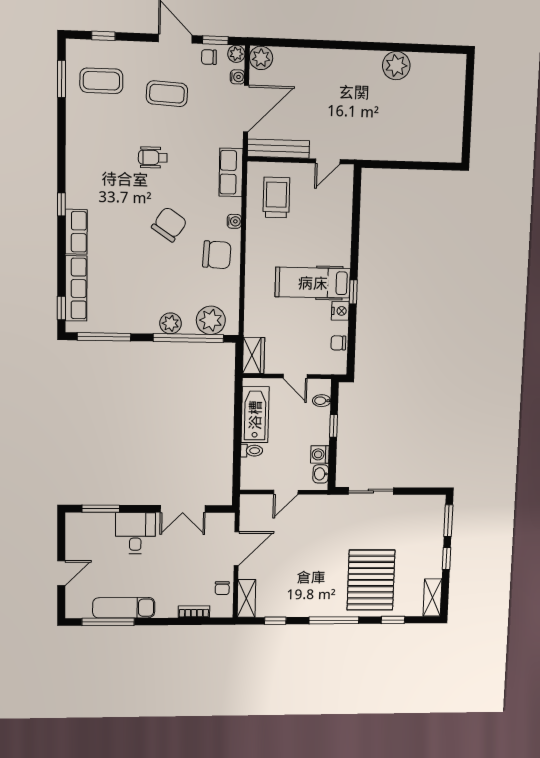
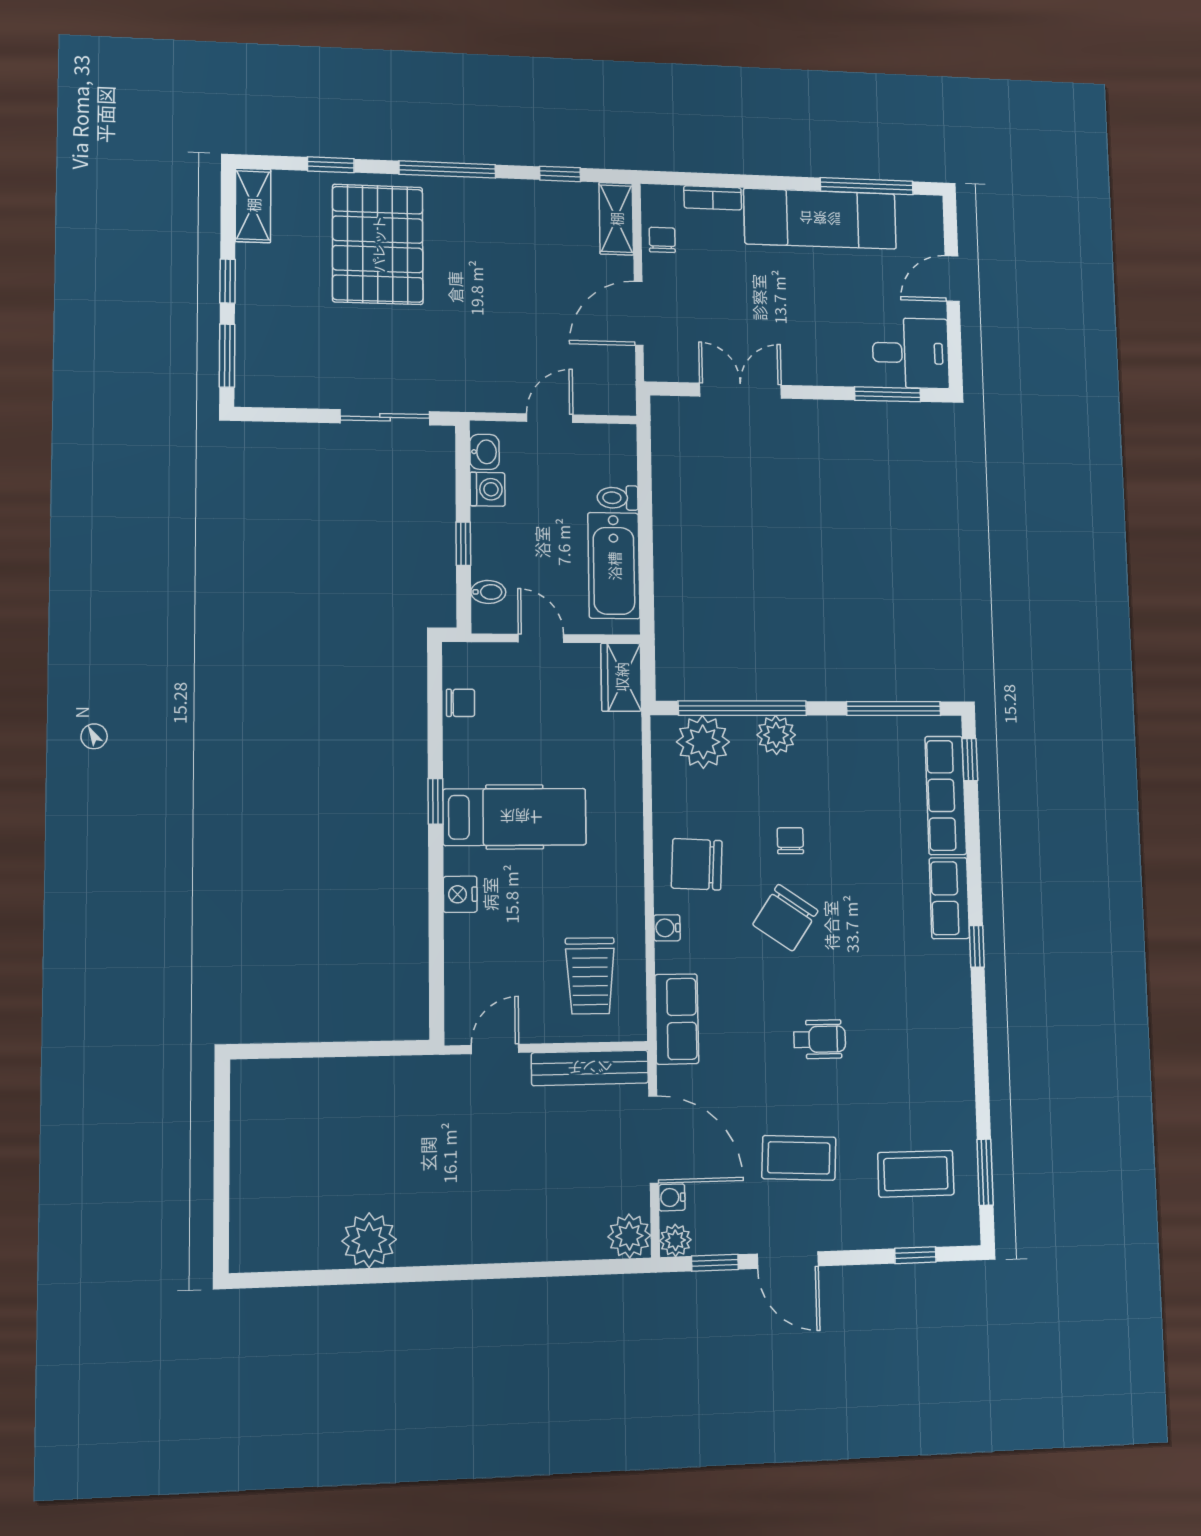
chair: (209, 57) -> (790, 841), moved, turned -90
door: (246, 109) -> (653, 1140), swing flipped
nightstand: (340, 311) -> (460, 894), moved
desk: (135, 533) -> (911, 353), moved, turned -90
exam couch: (124, 608) -> (820, 219), width x1.36, depth x1.45

